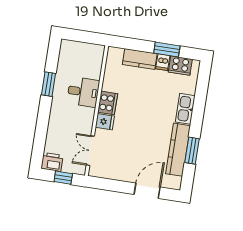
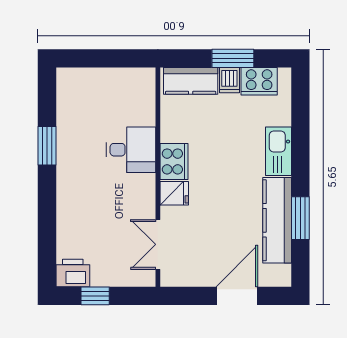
desk: (83, 92) -> (131, 150), moved
cooker: (108, 103) -> (174, 161), moved
wall: (97, 111) -> (158, 177), moved
fridge: (105, 122) -> (174, 193), moved
double door: (90, 151) -> (158, 244), moved

